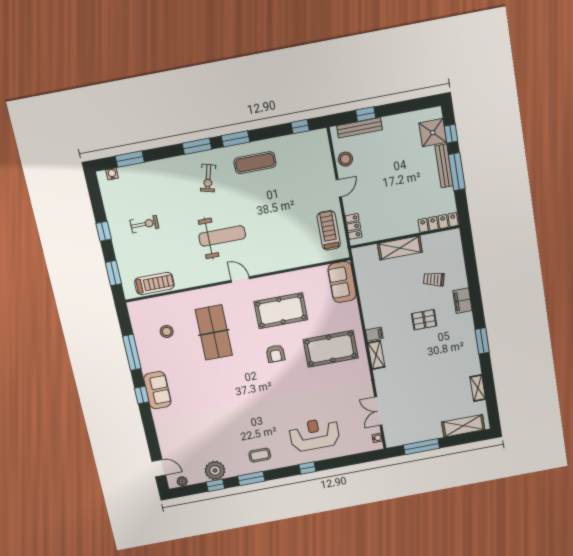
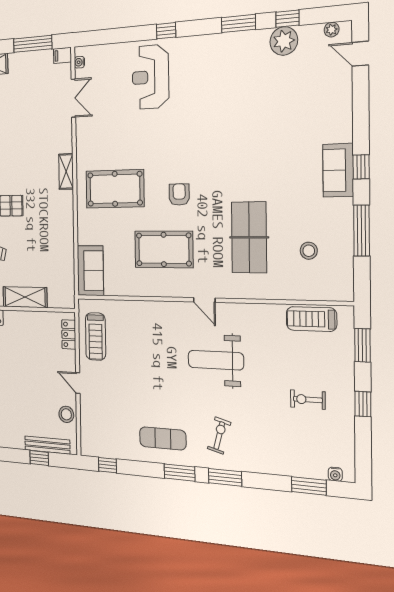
door: (339, 188) -> (78, 383), hinge flipped
filing cabinet: (374, 334) -> (62, 55), moved
reception desk: (314, 434) -> (150, 77), turned 90
coffee table: (260, 455) -> (222, 57), removed

